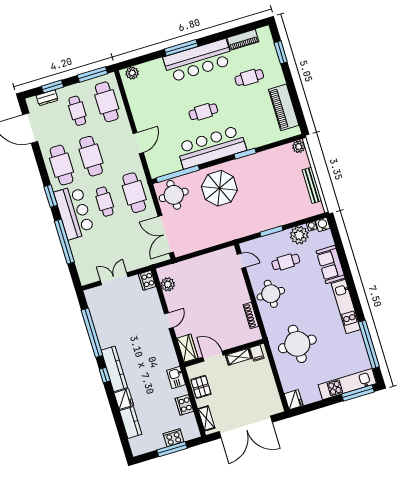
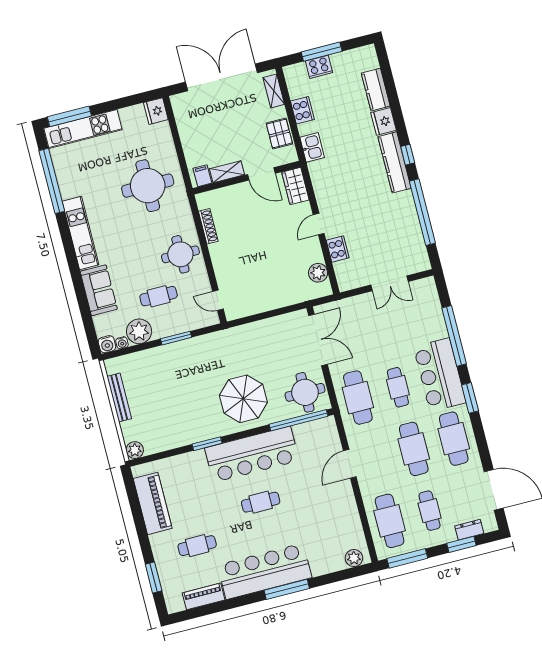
cooker: (147, 280) -> (338, 249), moved

